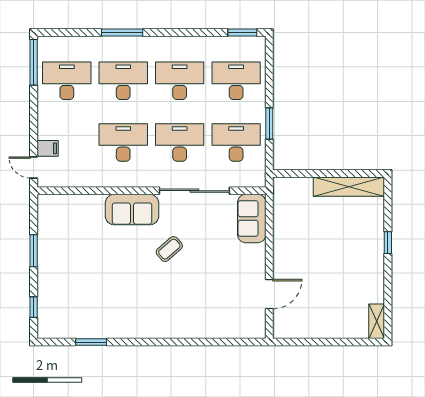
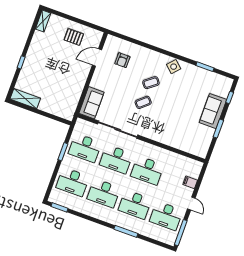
door: (34, 167) -> (191, 203), moved
shelving: (349, 187) -> (25, 99), width x0.68
sofa: (132, 210) -> (213, 111), moved, turned -90
coffee table: (168, 285) -> (151, 83), added
armchair: (227, 305) -> (122, 60), added
pallet: (318, 314) -> (74, 37), added
side table: (141, 324) -> (174, 67), added

